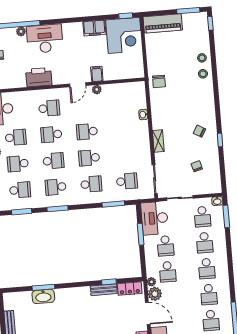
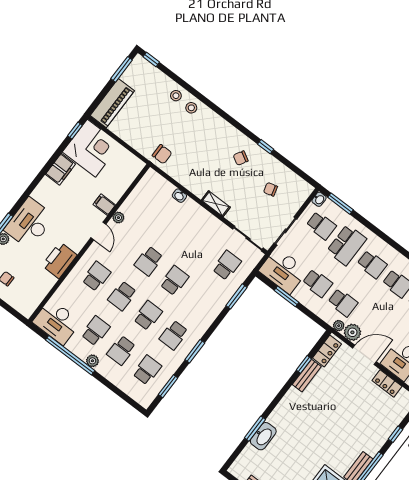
school desk: (89, 158) -> (174, 281), turned 180
school desk: (91, 184) -> (200, 300), removed
school desk: (205, 243) -> (347, 245), width x1.85

